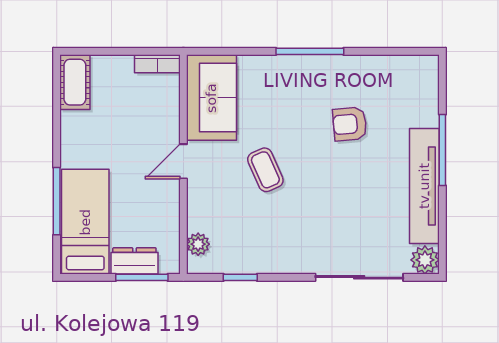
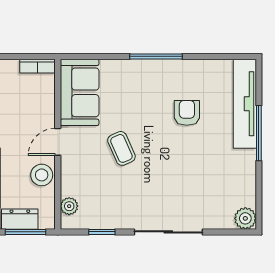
armchair: (350, 124) -> (187, 113), turned 95
tv unit: (424, 186) -> (245, 104), moved
stool: (163, 204) -> (42, 175), added
sliding door: (359, 277) -> (168, 232), moved

